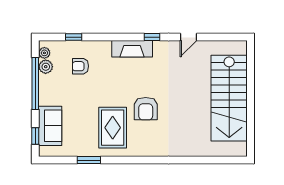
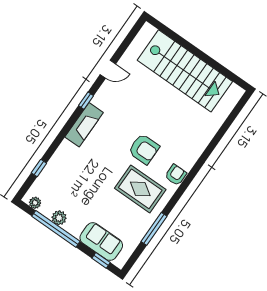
door: (189, 37) -> (108, 69), hinge flipped
armchair: (80, 66) -> (176, 175), moved, turned 180
plant: (46, 67) -> (59, 218), moved
window: (89, 160) -> (154, 229), width x1.44

